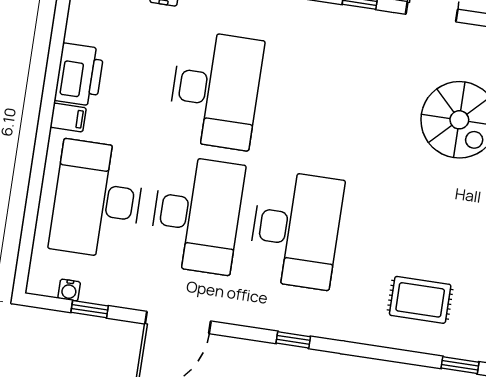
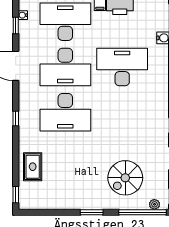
desk: (215, 90) -> (122, 67), turned 180
rug: (420, 300) -> (33, 167), moved

